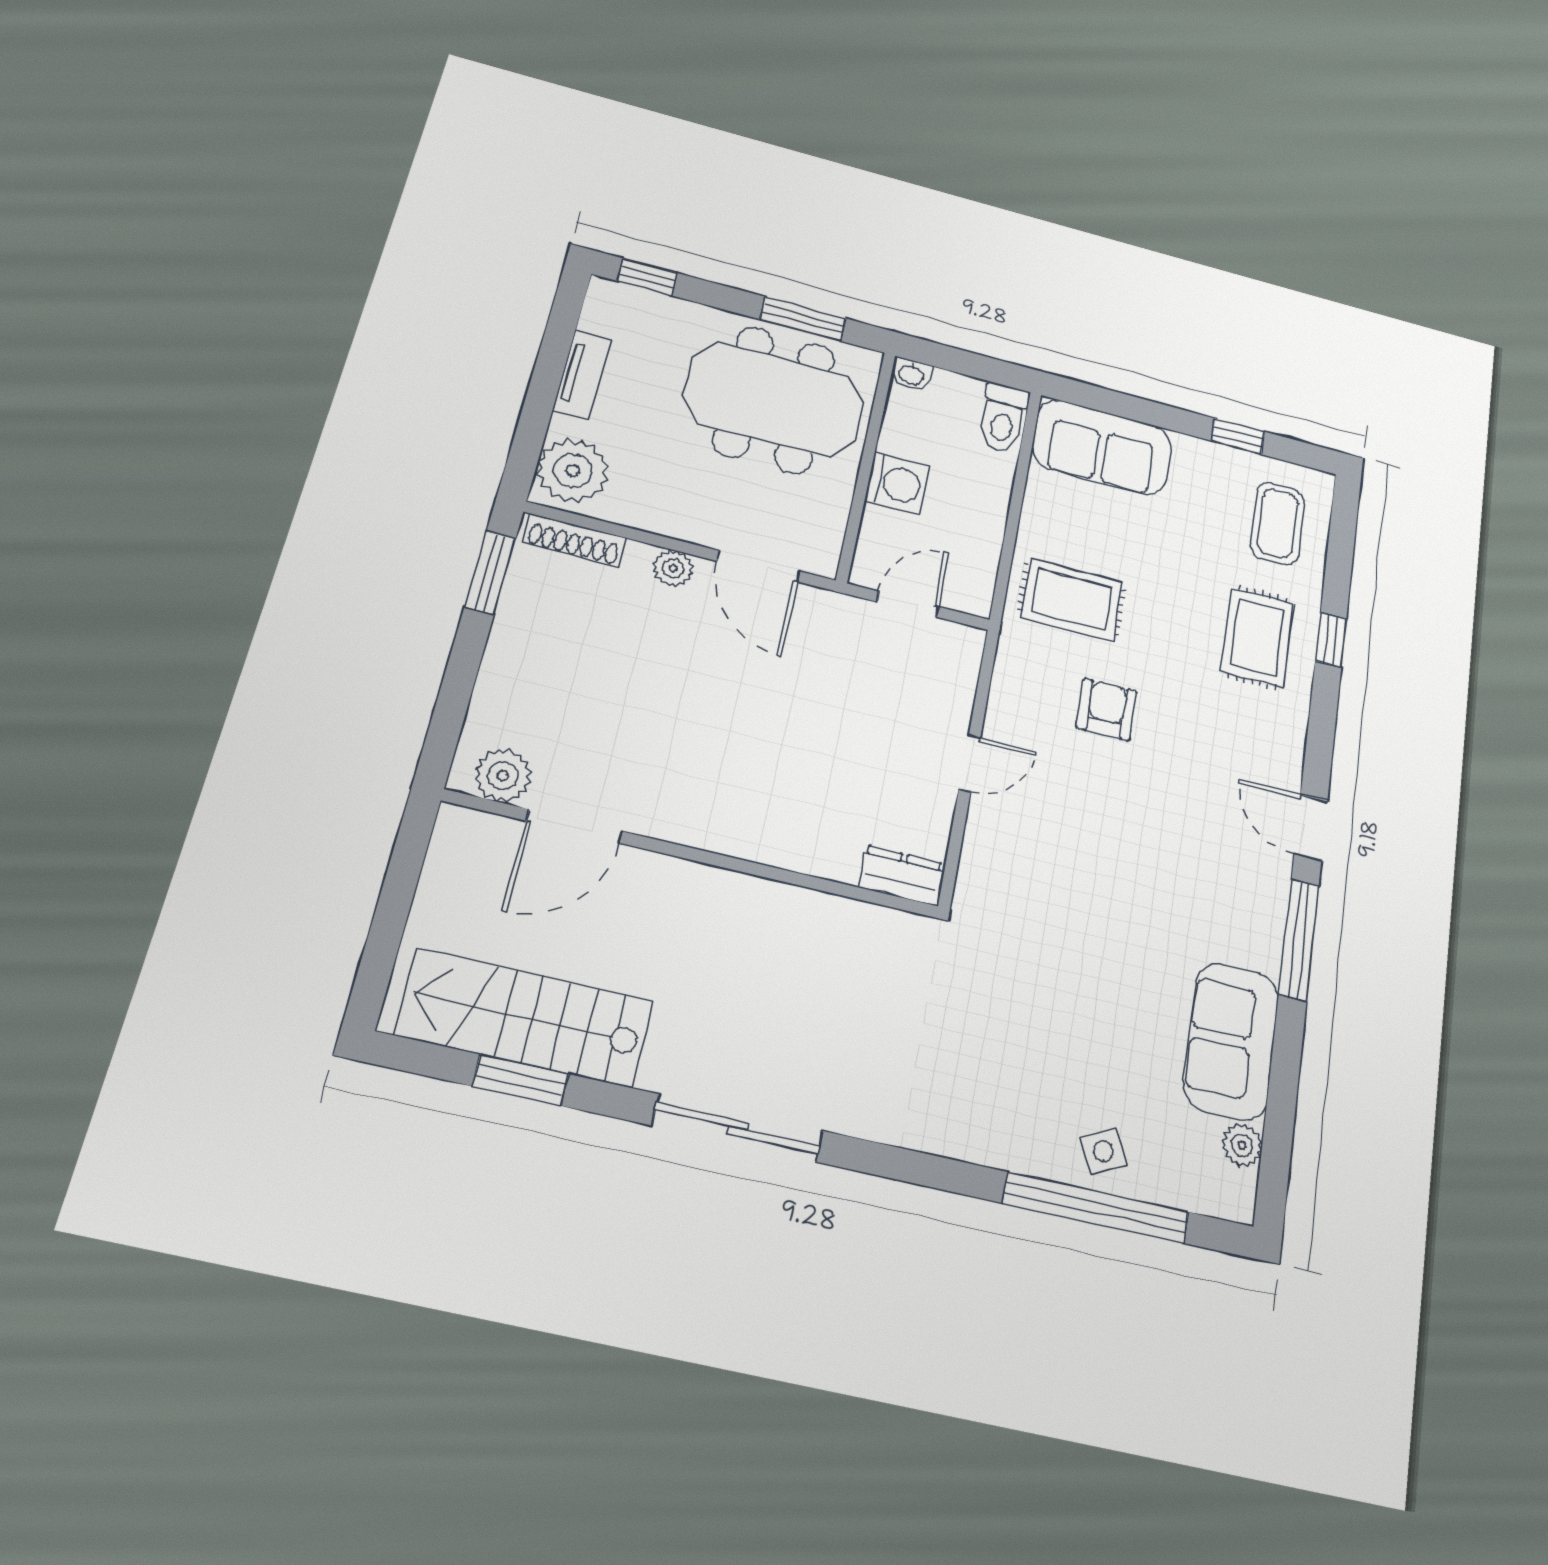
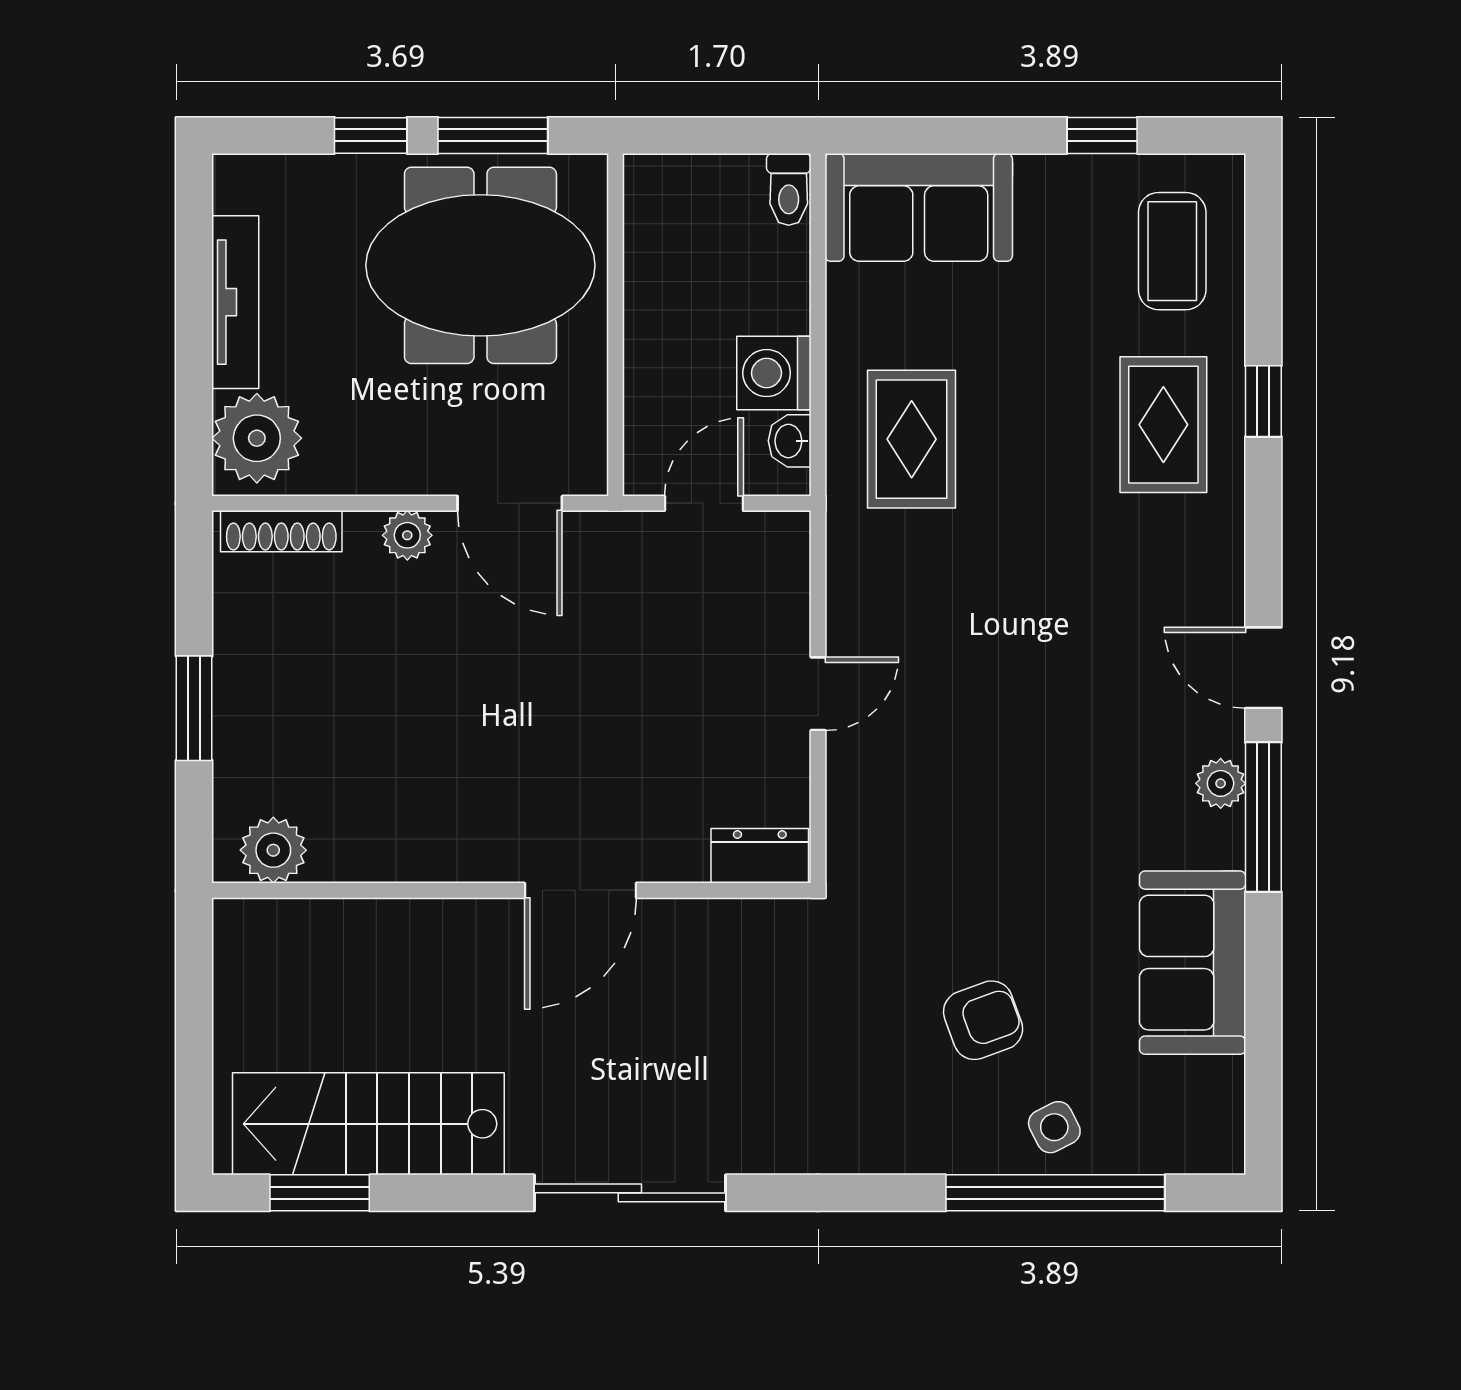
window: (648, 277) -> (371, 135), moved
washbasin: (911, 374) -> (790, 441), moved, turned 90
tv unit: (582, 375) -> (235, 302), width x1.41
toilet: (1003, 418) -> (789, 189), width x0.73, depth x0.72
washing machine: (897, 483) -> (774, 373), moved, turned 180
window: (490, 573) -> (194, 708), moved
rug: (1072, 600) -> (912, 439), turned 90
armchair: (1106, 710) -> (983, 1020), moved, turned 70
door: (574, 826) -> (580, 890), moved
window: (520, 1080) -> (320, 1193), moved
plant: (1242, 1145) -> (1221, 783), moved

